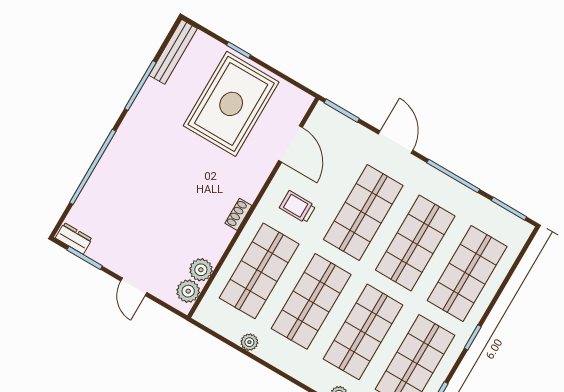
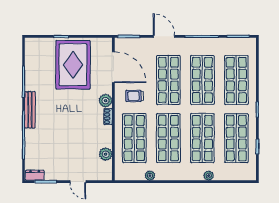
bench: (173, 52) -> (30, 110), moved
door: (291, 144) -> (113, 67), width x1.36
plant: (188, 291) -> (106, 101), moved

